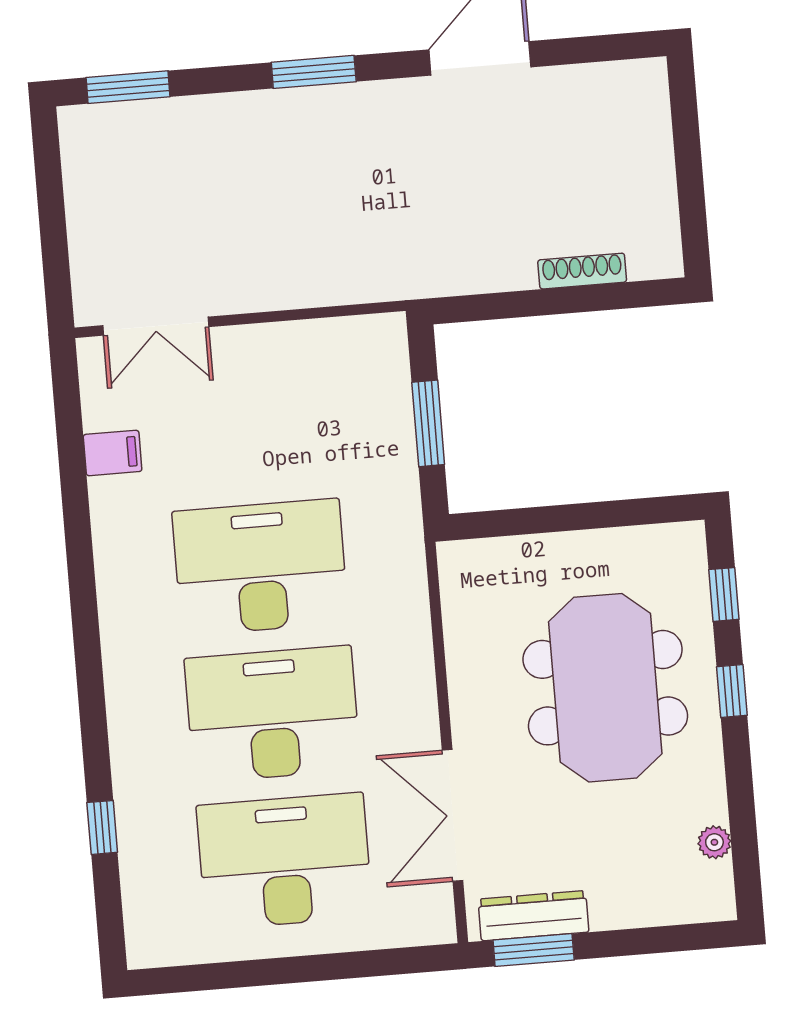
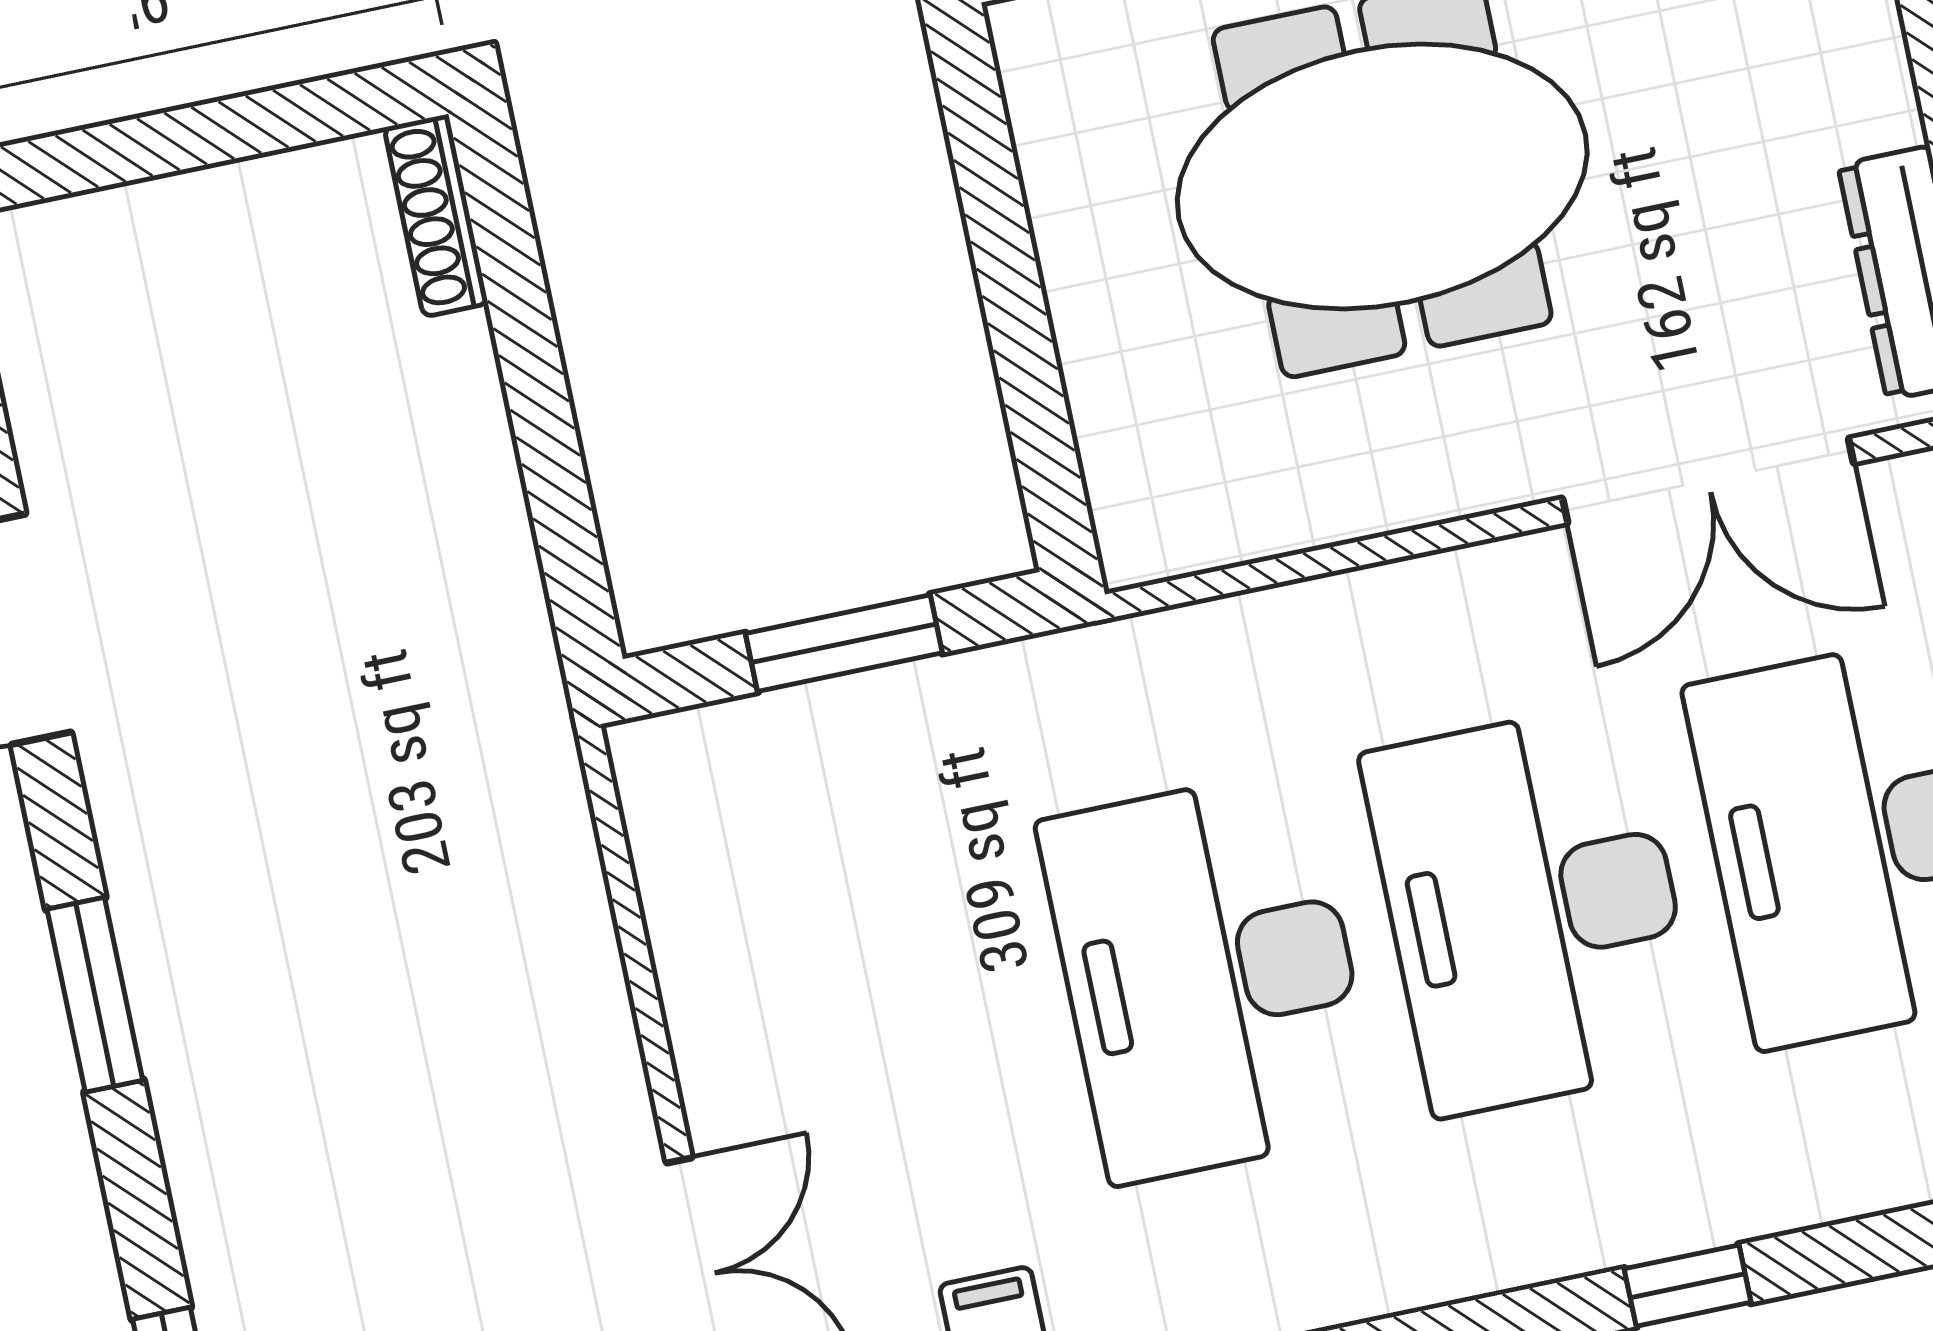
shoe rack: (582, 271) -> (436, 215), moved
window: (102, 827) -> (1688, 1286), moved

